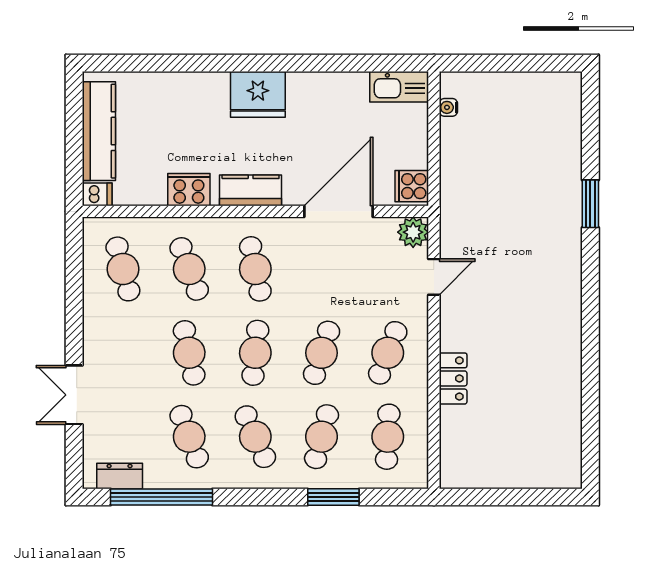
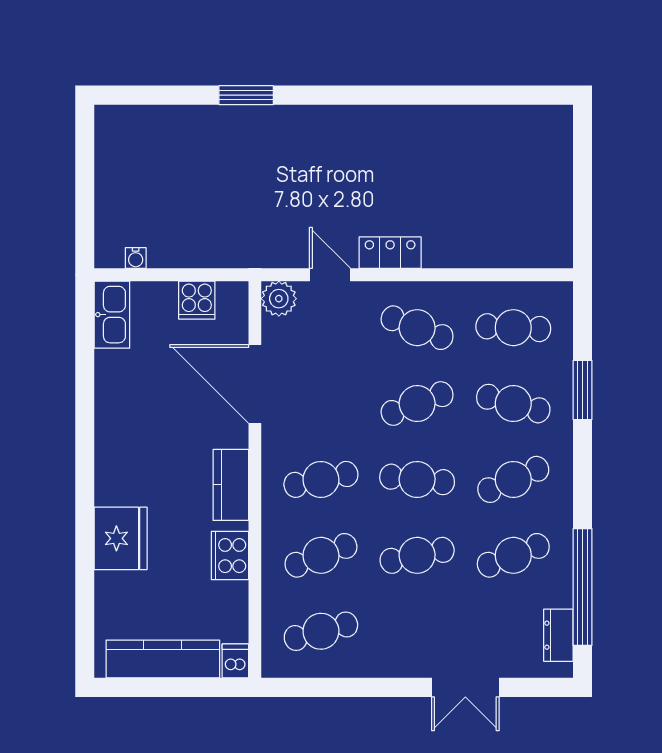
fridge: (258, 94) -> (121, 538), moved
cooker: (412, 186) -> (197, 300), moved
cafe table: (322, 353) -> (417, 404), turned -39
locker: (453, 378) -> (390, 253), moved

